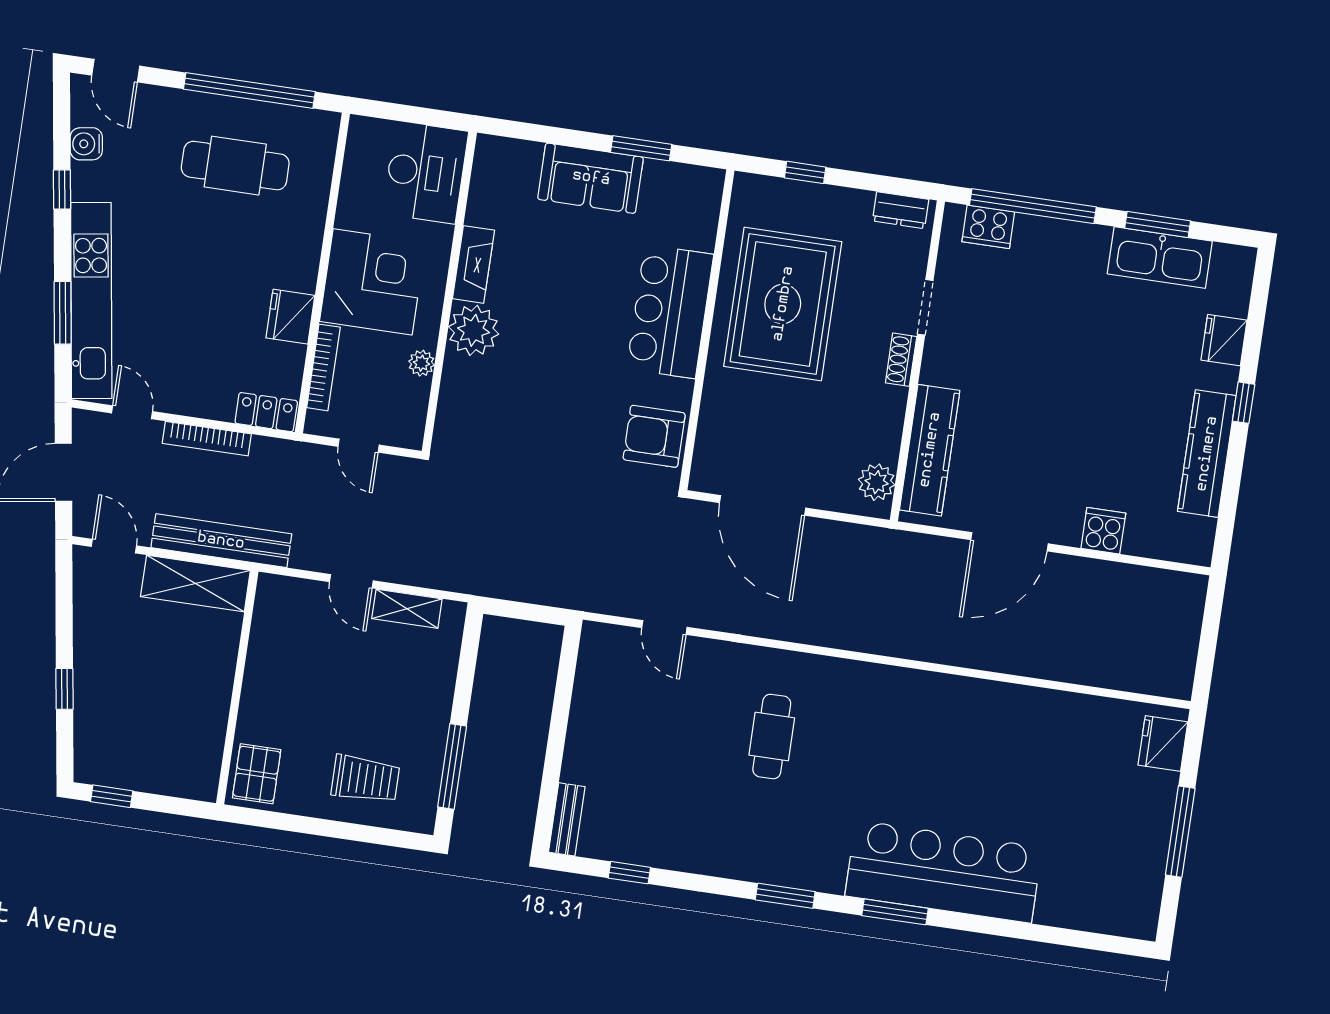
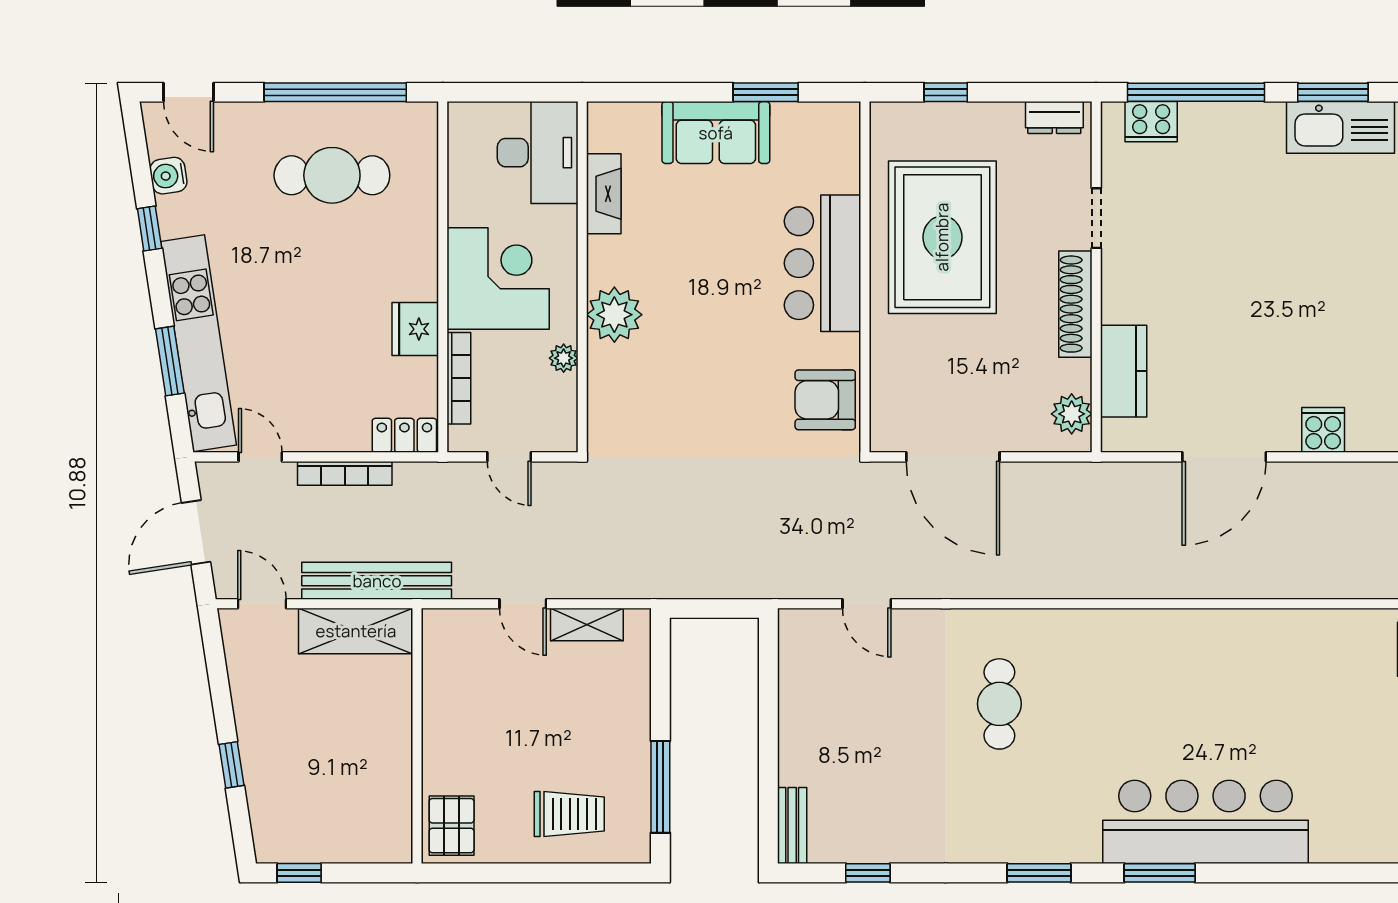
fireplace: (473, 264) -> (604, 194), moved
shoe rack: (901, 360) -> (1075, 304), width x1.94, depth x1.24
kitchen counter: (930, 450) -> (1124, 371), width x0.67

